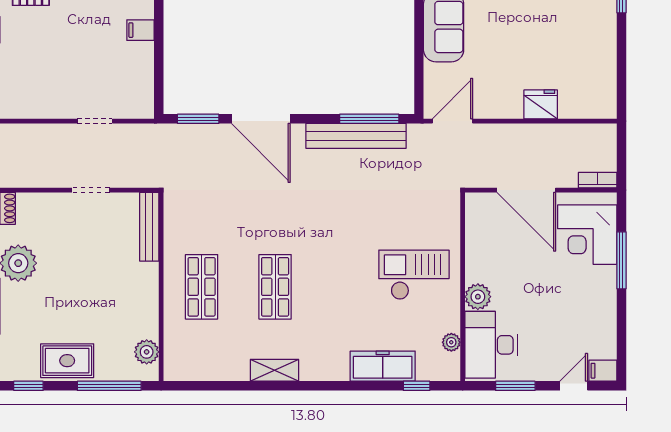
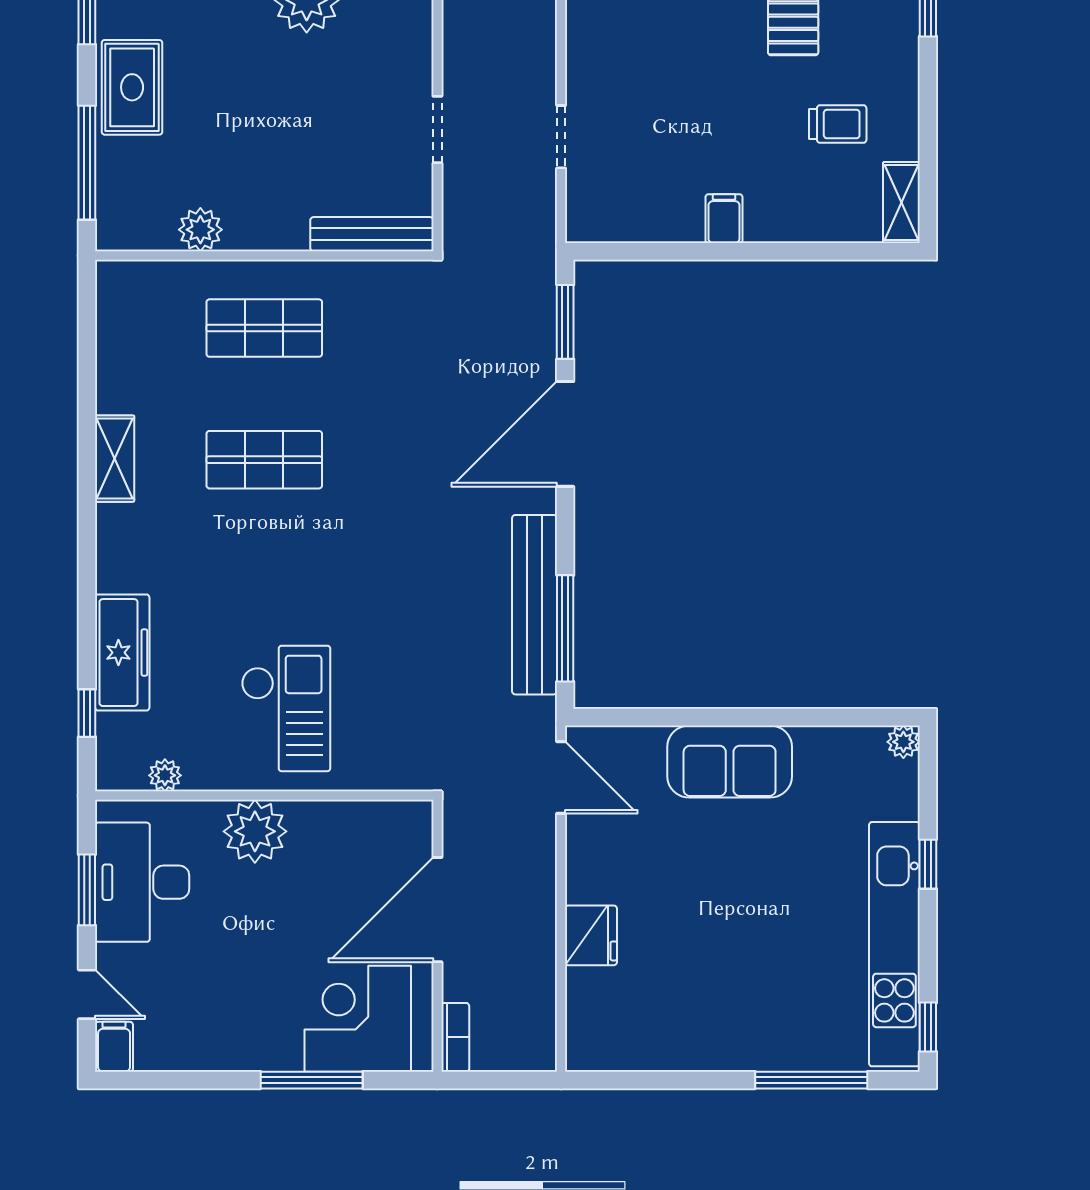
plant: (478, 297) -> (255, 831), width x1.36, depth x1.36
desk: (491, 345) -> (142, 882), moved, turned -90
plant: (147, 352) -> (200, 230), moved

